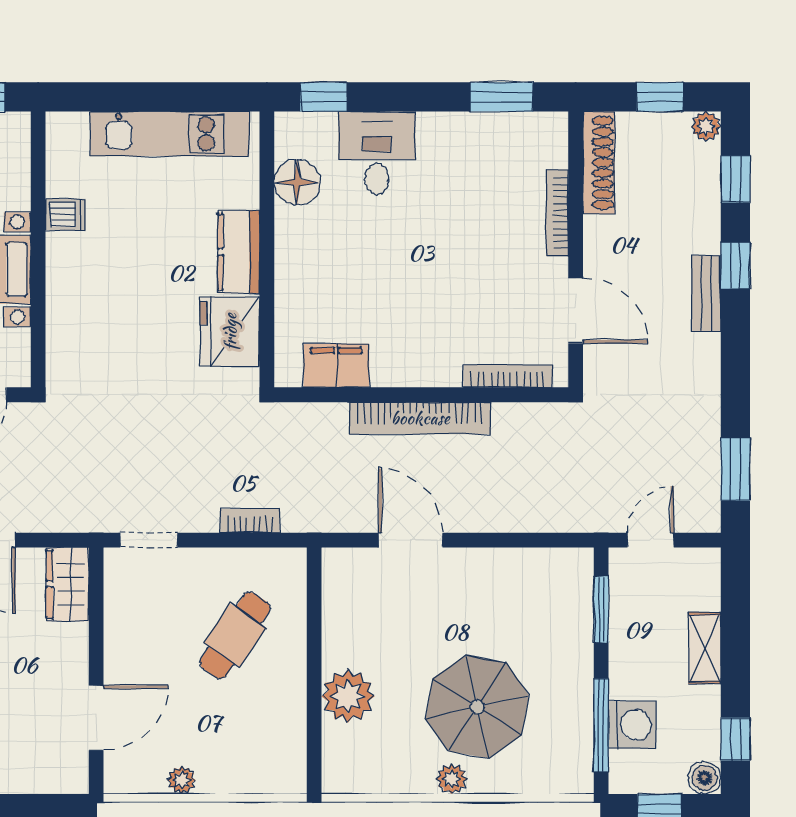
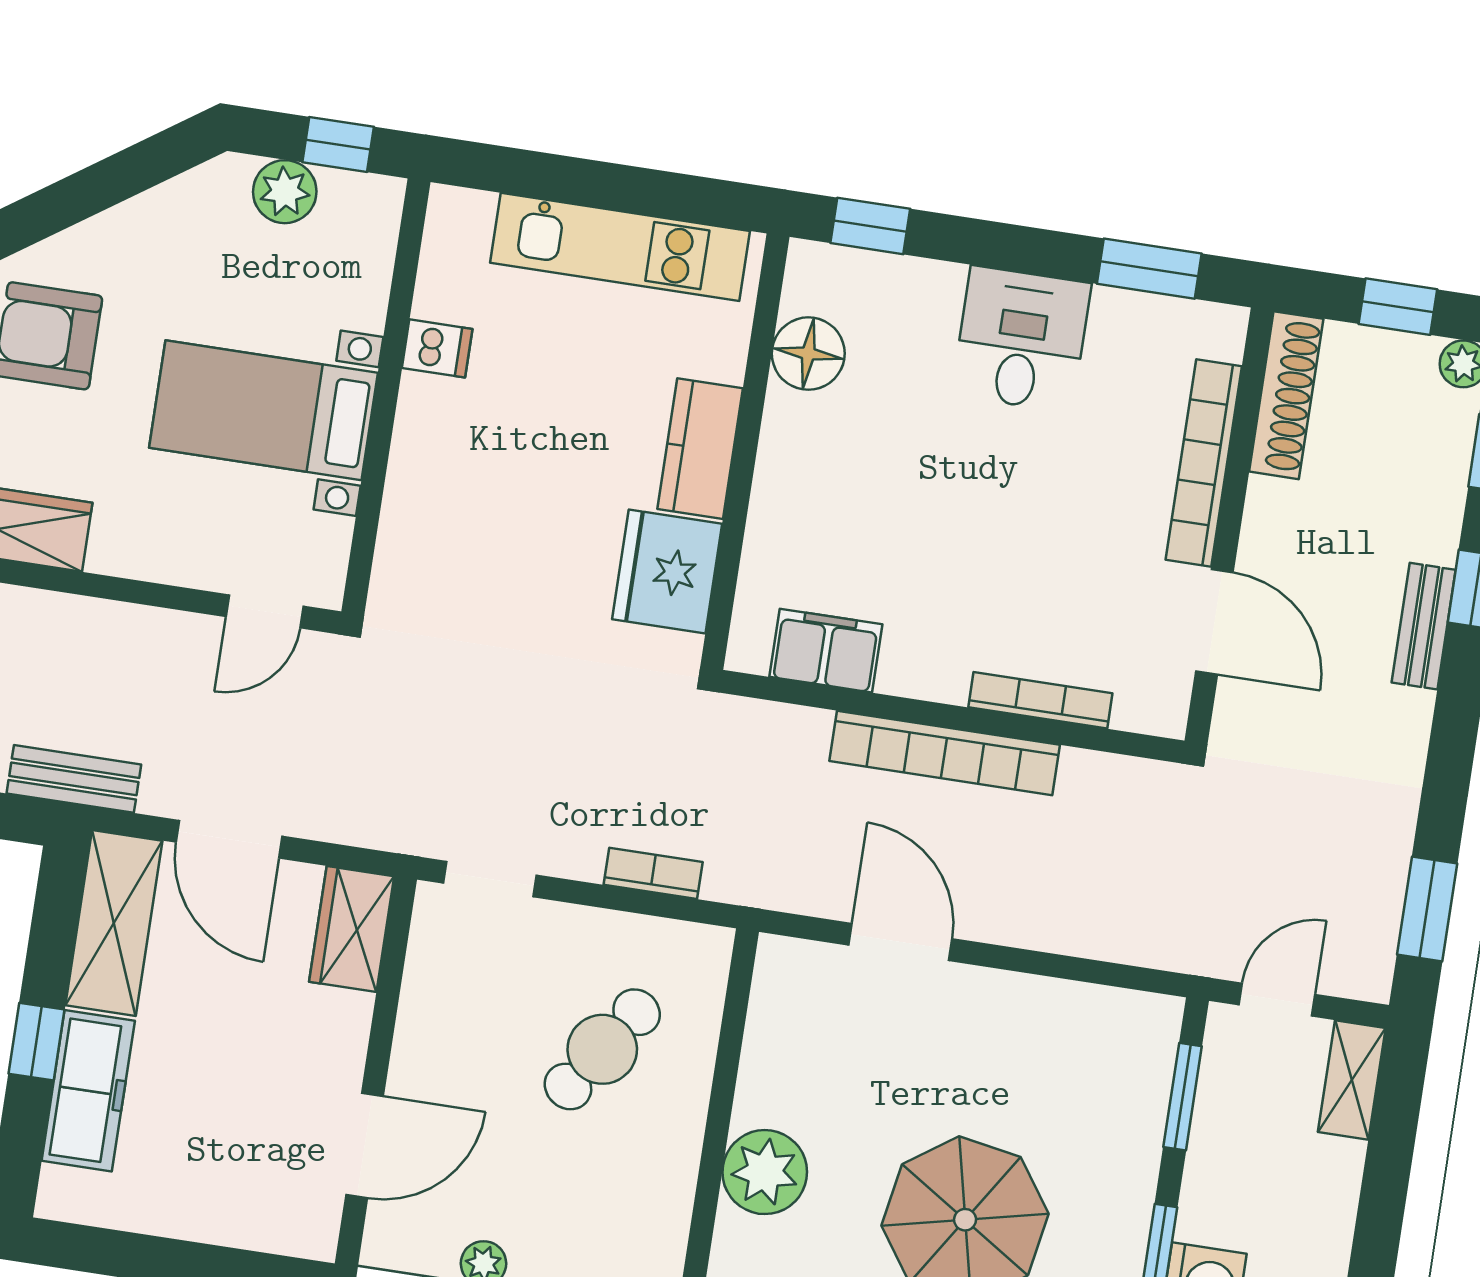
desk: (377, 153) -> (1021, 339), moved
bookcase: (557, 213) -> (1204, 463), width x1.48, depth x1.31
bookcase: (508, 376) -> (1040, 700), moved
shelving: (705, 648) -> (1352, 1080), moved

